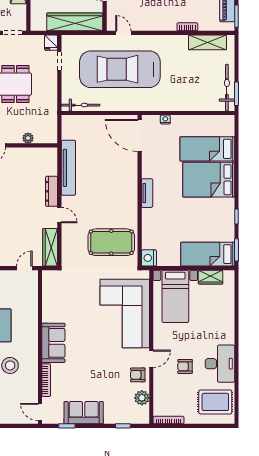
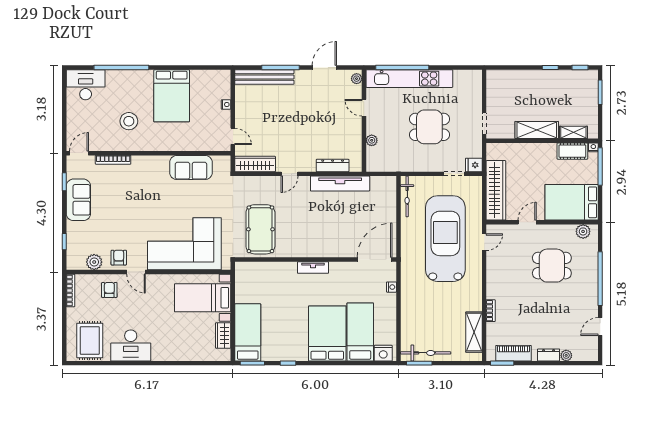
dresser: (52, 191) -> (333, 166), moved
nightstand: (149, 258) -> (383, 353), moved, turned 180
sofa: (53, 343) -> (191, 168), moved
armchair: (185, 366) -> (109, 290), moved

